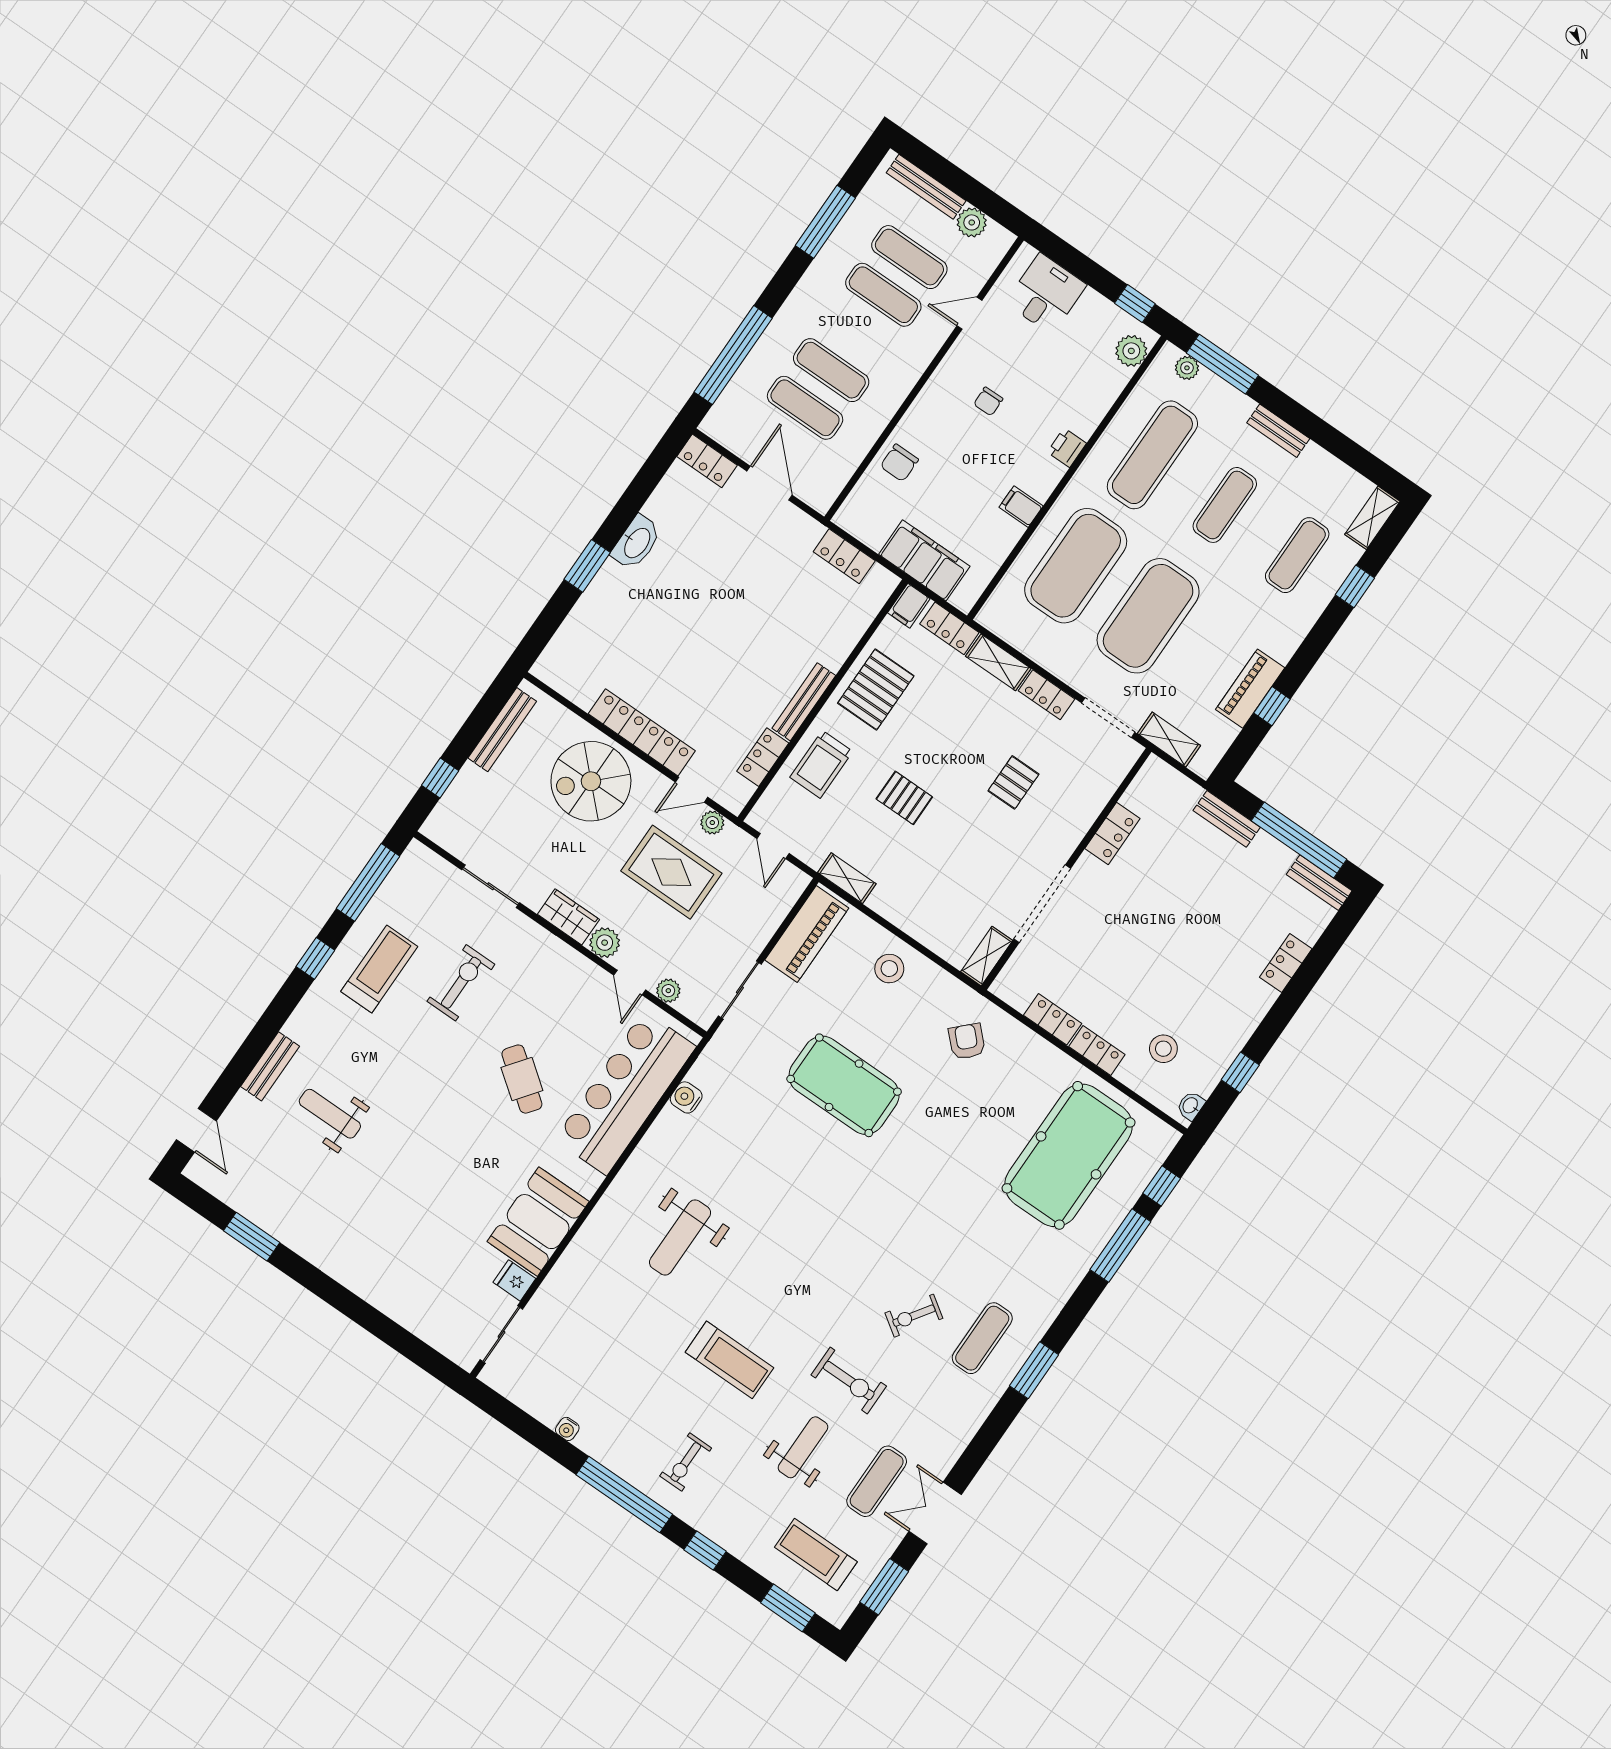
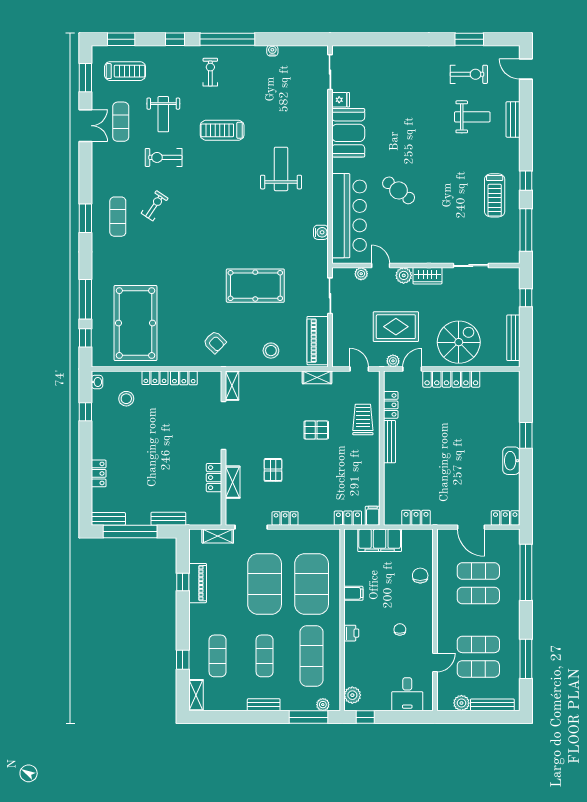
shelving: (998, 662) -> (233, 482), moved, turned 90
pallet: (876, 689) -> (362, 469), removed
exercise bike: (461, 983) -> (469, 74), moved, turned -90

